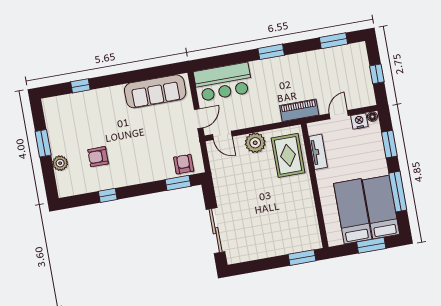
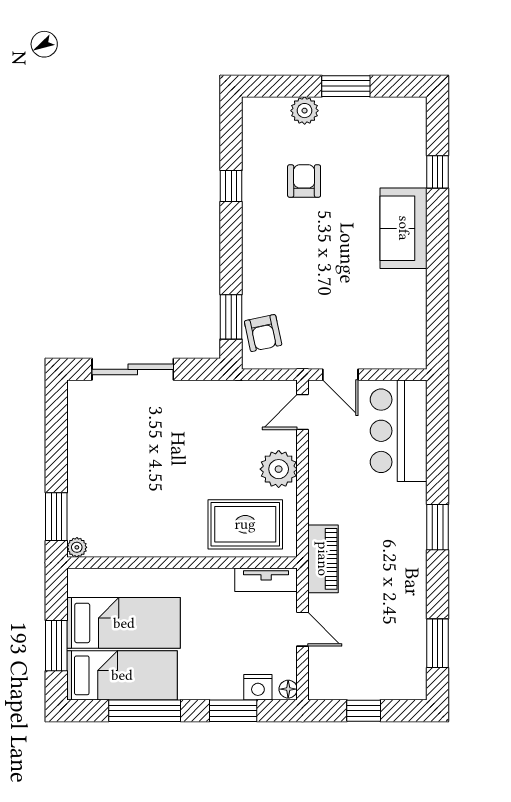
sofa: (155, 91) -> (404, 228), moved, width x0.73
nightstand: (359, 121) -> (258, 687), moved, turned 90
tv unit: (318, 152) -> (266, 580), moved
armchair: (184, 164) -> (263, 333), turned 78
plant: (317, 244) -> (77, 547), added

